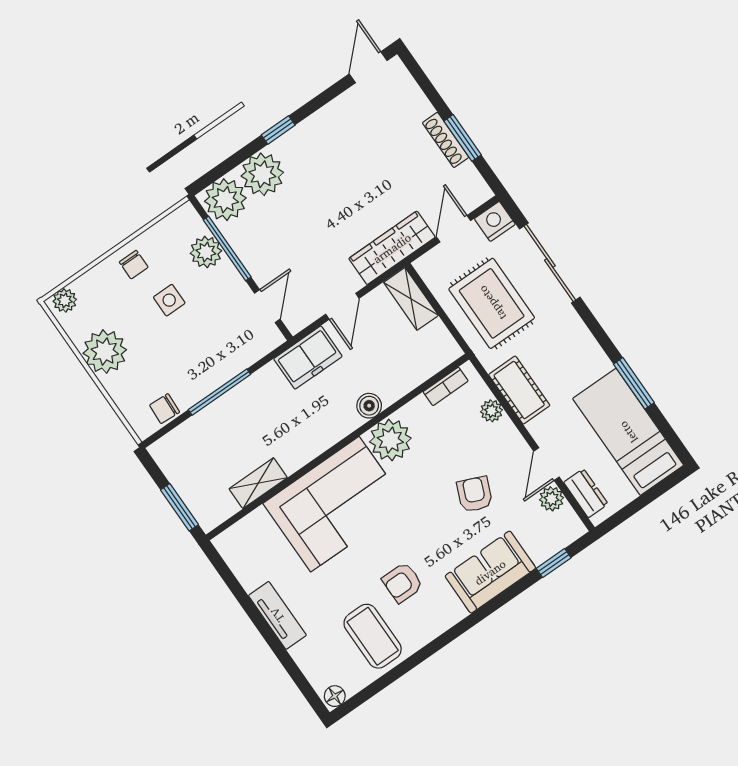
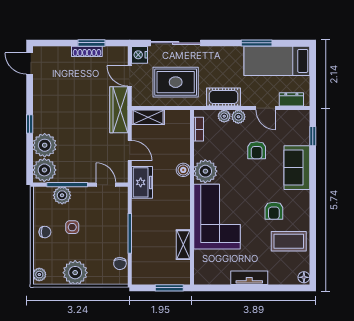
armchair: (475, 494) -> (257, 150), turned -113
plant: (551, 499) -> (238, 117), moved

